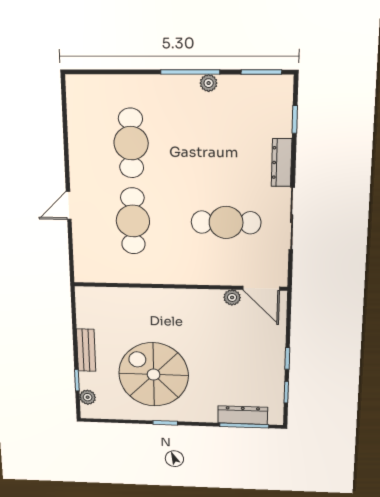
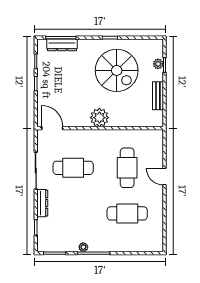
cafe table: (131, 143) -> (127, 213), turned 90
door: (69, 205) -> (165, 177), swing flipped
plant: (232, 297) -> (99, 118), moved, width x1.88, depth x1.88
bench: (86, 350) -> (158, 96), moved
plant: (88, 397) -> (158, 64), moved

